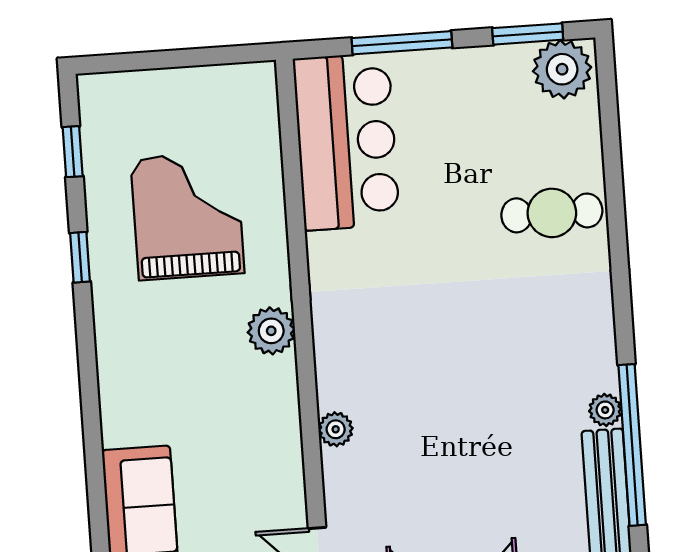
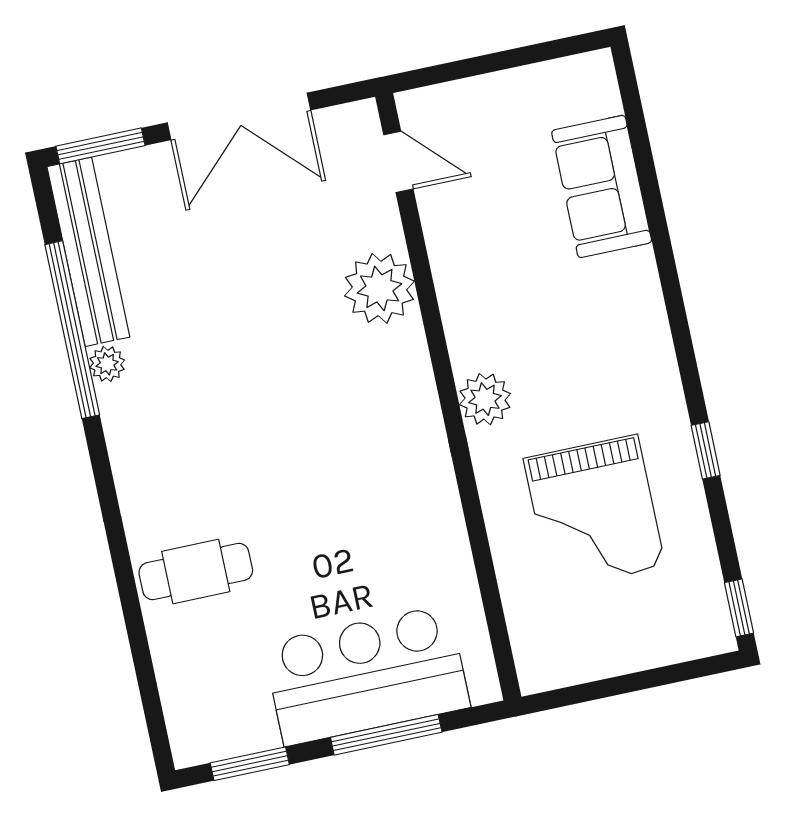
plant: (562, 69) -> (207, 730), removed
bar counter: (346, 141) -> (367, 675), moved, turned 90
window: (73, 152) -> (739, 608), moved
plant: (336, 429) -> (379, 288), width x1.87, depth x1.87

